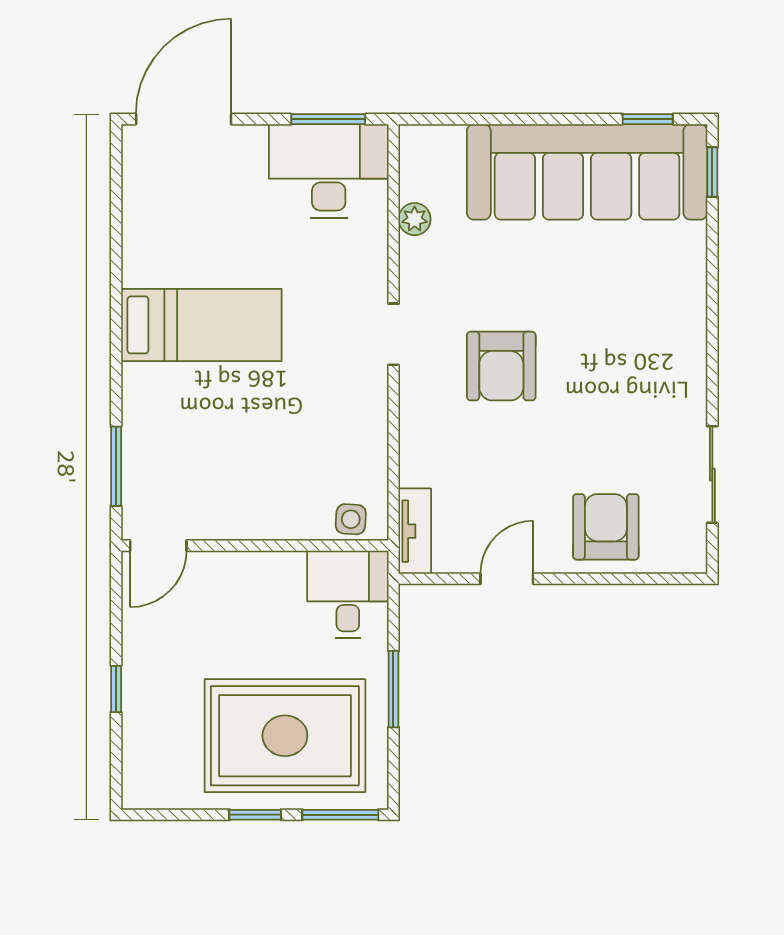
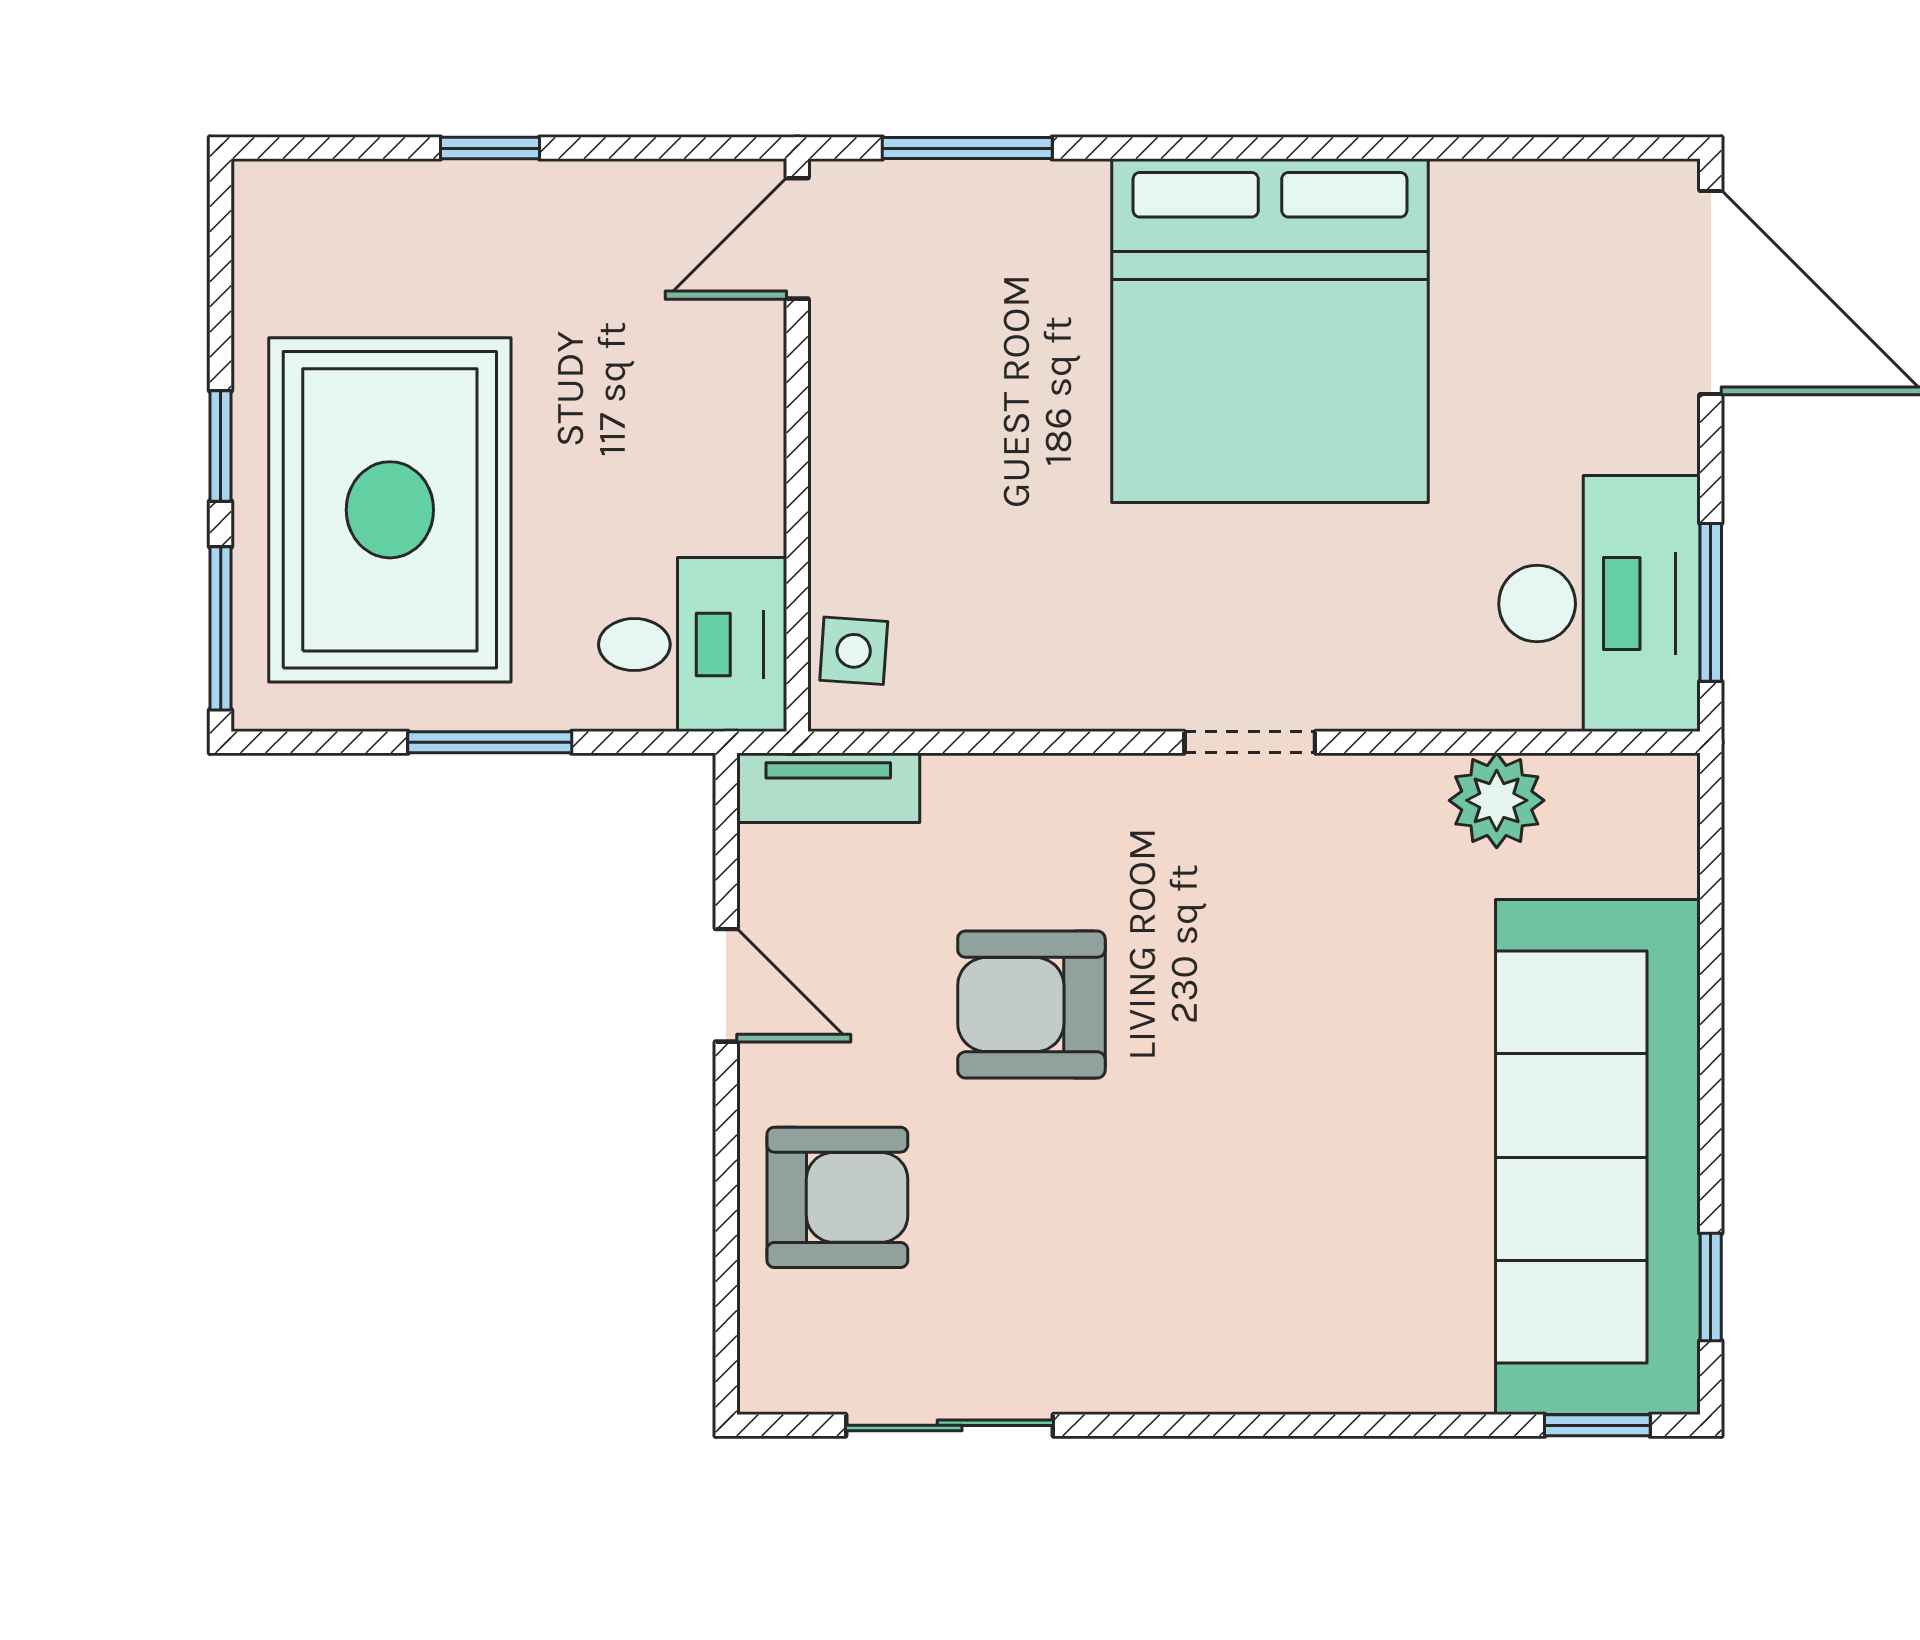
plant: (415, 219) -> (1497, 800), width x1.38, depth x1.38
bed: (201, 325) -> (1270, 331), width x2.04
armchair: (501, 366) -> (1031, 1005), moved
door: (158, 546) -> (797, 238), hinge flipped

